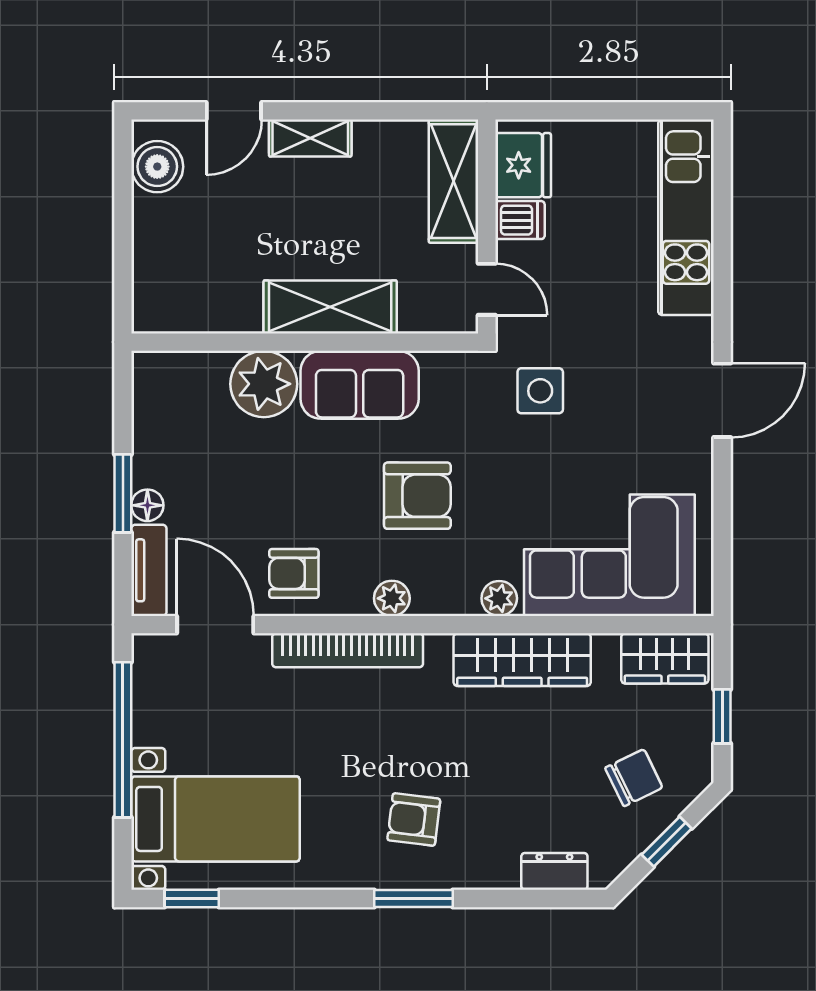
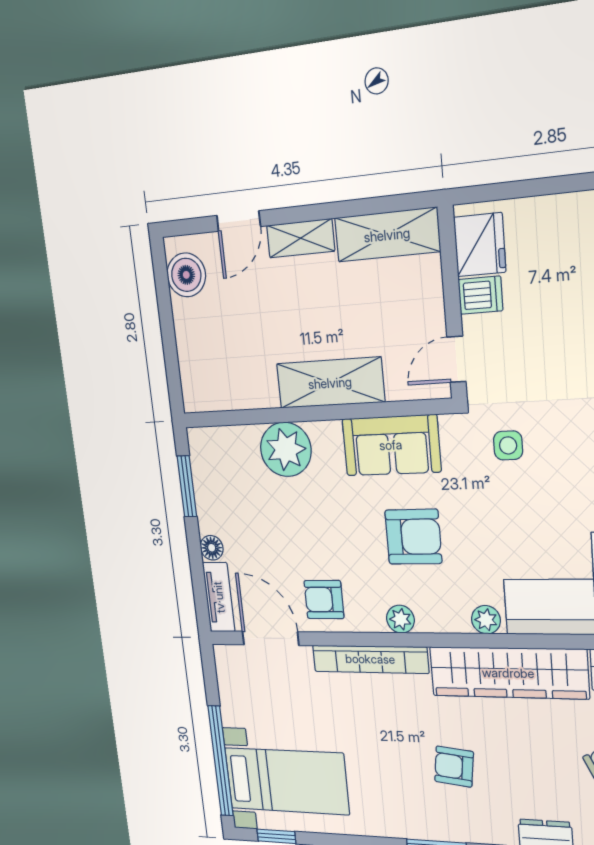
shelving: (454, 181) -> (387, 235), moved, turned 90
door: (487, 289) -> (456, 359), swing flipped
sofa: (360, 385) -> (391, 445), moved
side table: (540, 391) -> (508, 445), width x0.73, depth x0.73
window: (123, 493) -> (187, 486), moved
wardrobe: (522, 660) -> (508, 673), width x1.40, depth x1.17
window: (123, 740) -> (221, 761), moved
armchair: (414, 819) -> (454, 767), moved

